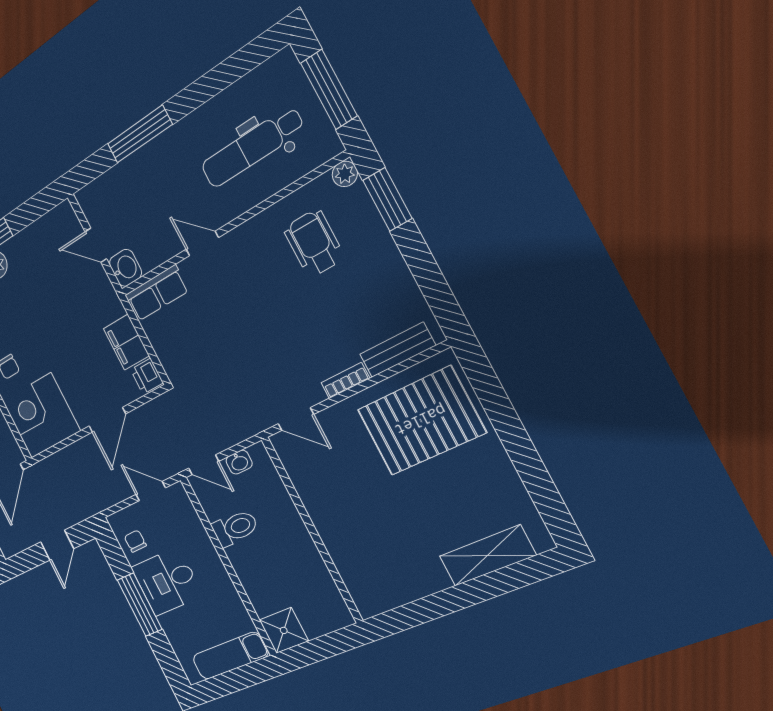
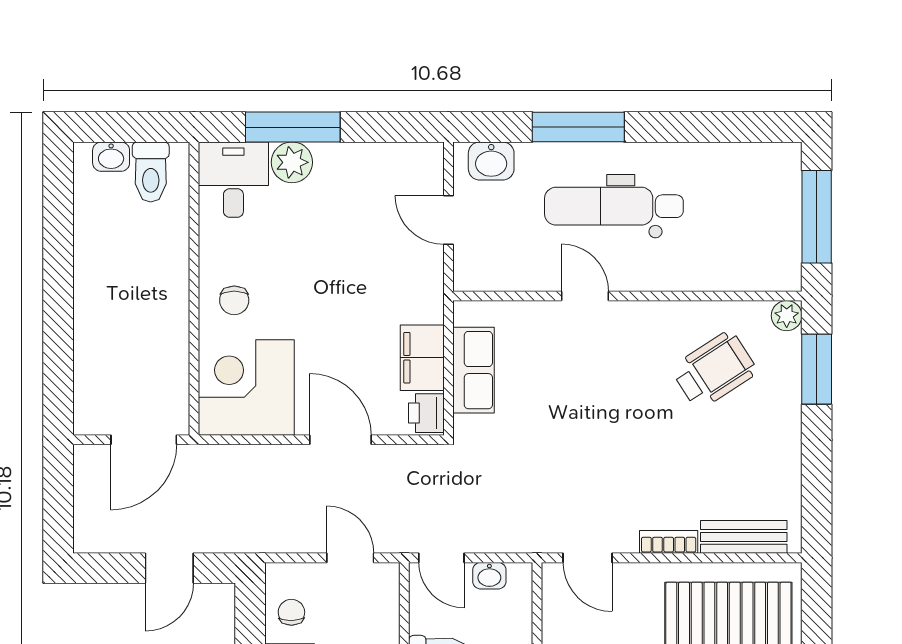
dental chair: (252, 147) -> (614, 206), moved
wheelchair: (314, 243) -> (714, 370), turned 57
washbasin: (125, 268) -> (491, 161), moved, turned 90
row of seats: (157, 293) -> (474, 370), moved, turned -90
door: (107, 420) -> (340, 440), swing flipped

